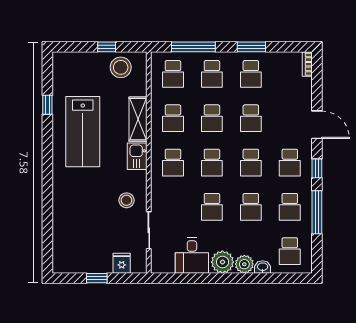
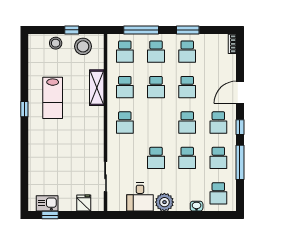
window: (47, 105) -> (24, 109), moved
door: (317, 125) -> (240, 92), swing flipped
lab bench: (83, 132) -> (53, 98), width x0.73, depth x0.72
kitchen sink: (137, 156) -> (47, 203), moved, turned 90
school desk: (212, 163) -> (156, 123), removed
stool: (126, 200) -> (56, 43), moved
plant: (244, 264) -> (182, 204), removed
window: (97, 278) -> (50, 215), moved

